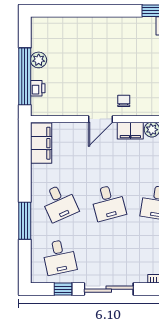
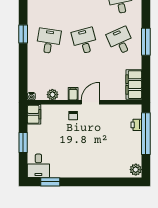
plant: (39, 60) -> (136, 170), moved
filing cabinet: (130, 131) -> (73, 94), width x0.50
window: (25, 221) -> (146, 42), moved

